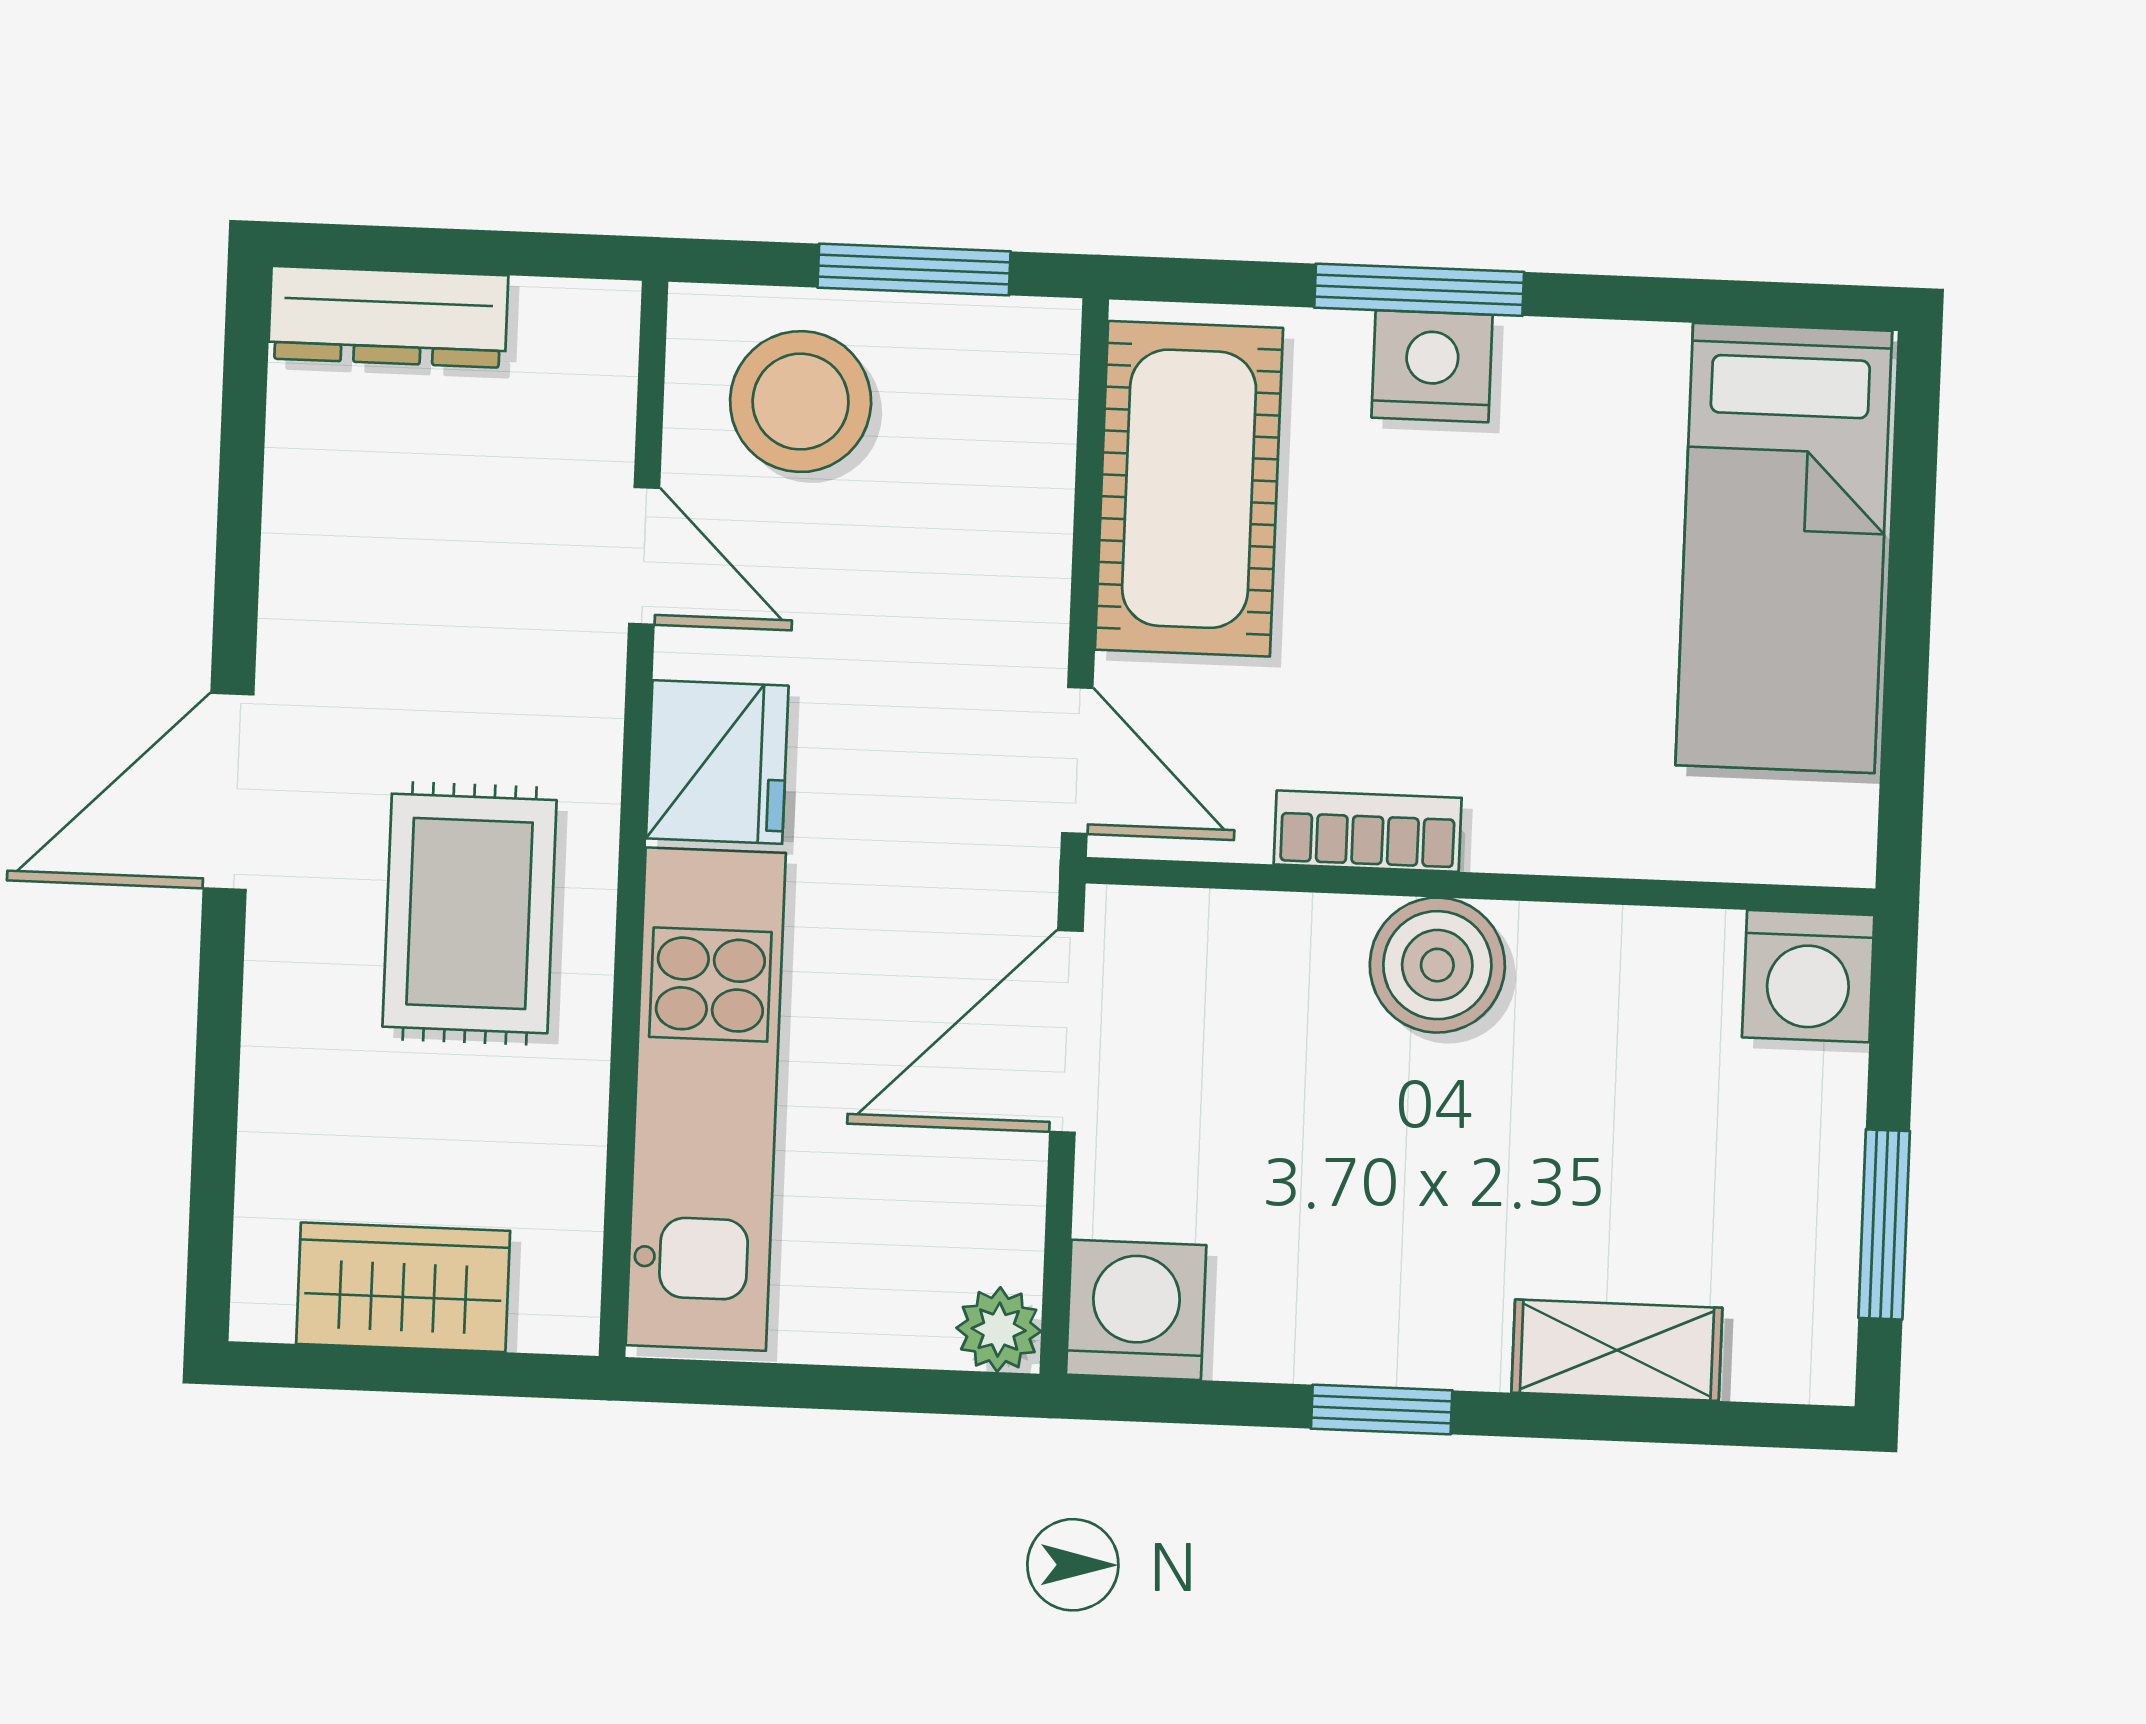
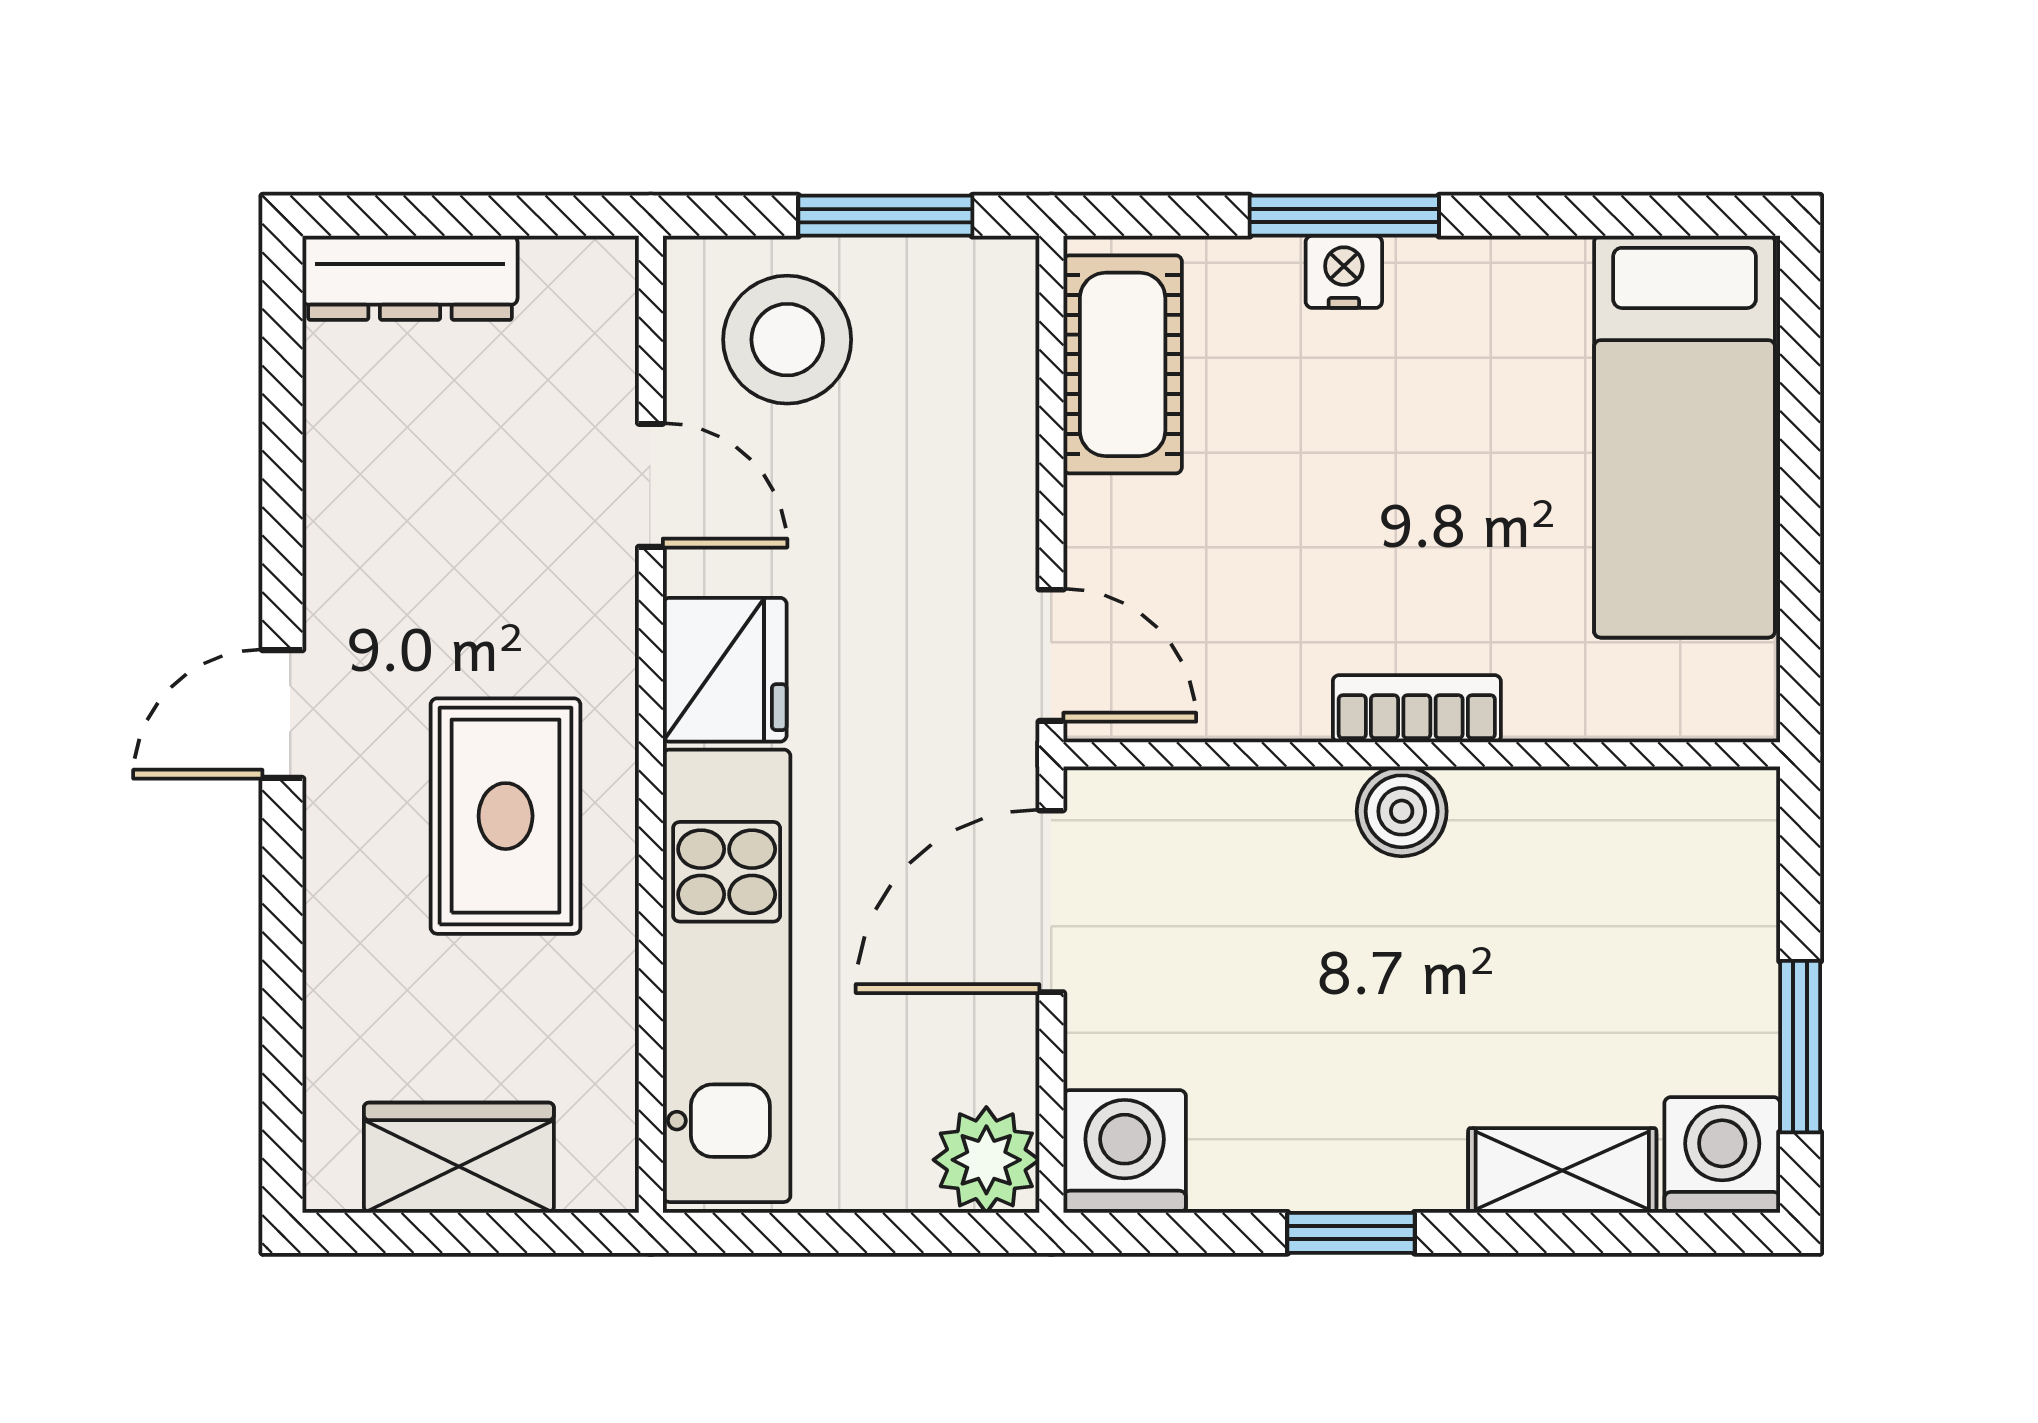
nightstand: (1432, 366) -> (1344, 272), width x0.72, depth x0.74
cot: (1189, 489) -> (1123, 364), width x0.73, depth x0.75
door: (229, 791) -> (282, 714), width x0.73
bookcase: (1368, 831) -> (1417, 709), moved
boiler: (1437, 965) -> (1402, 811), width x0.73, depth x0.73
washing machine: (1808, 976) -> (1722, 1155), moved, turned 180
plant: (999, 1330) -> (986, 1160), width x1.38, depth x1.38

